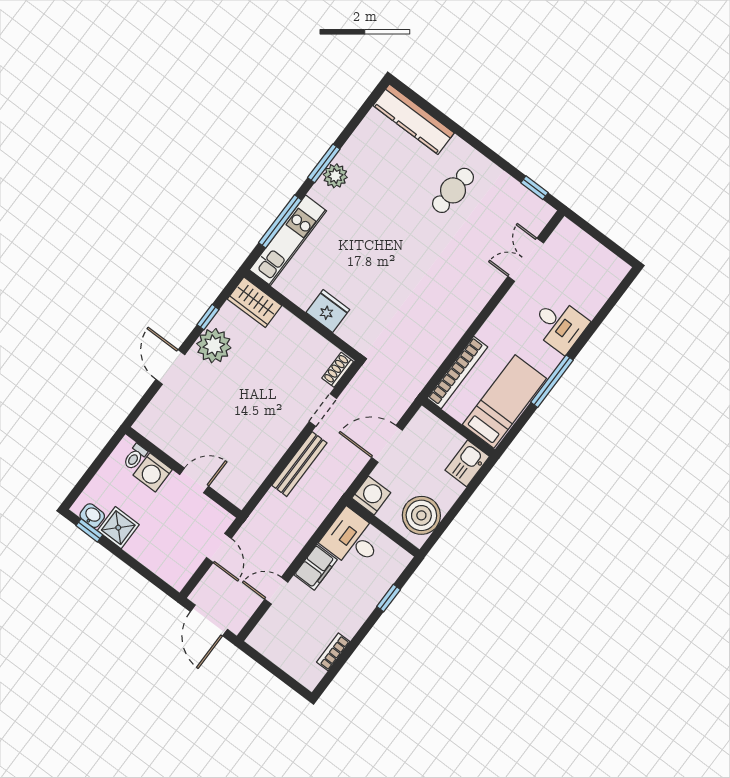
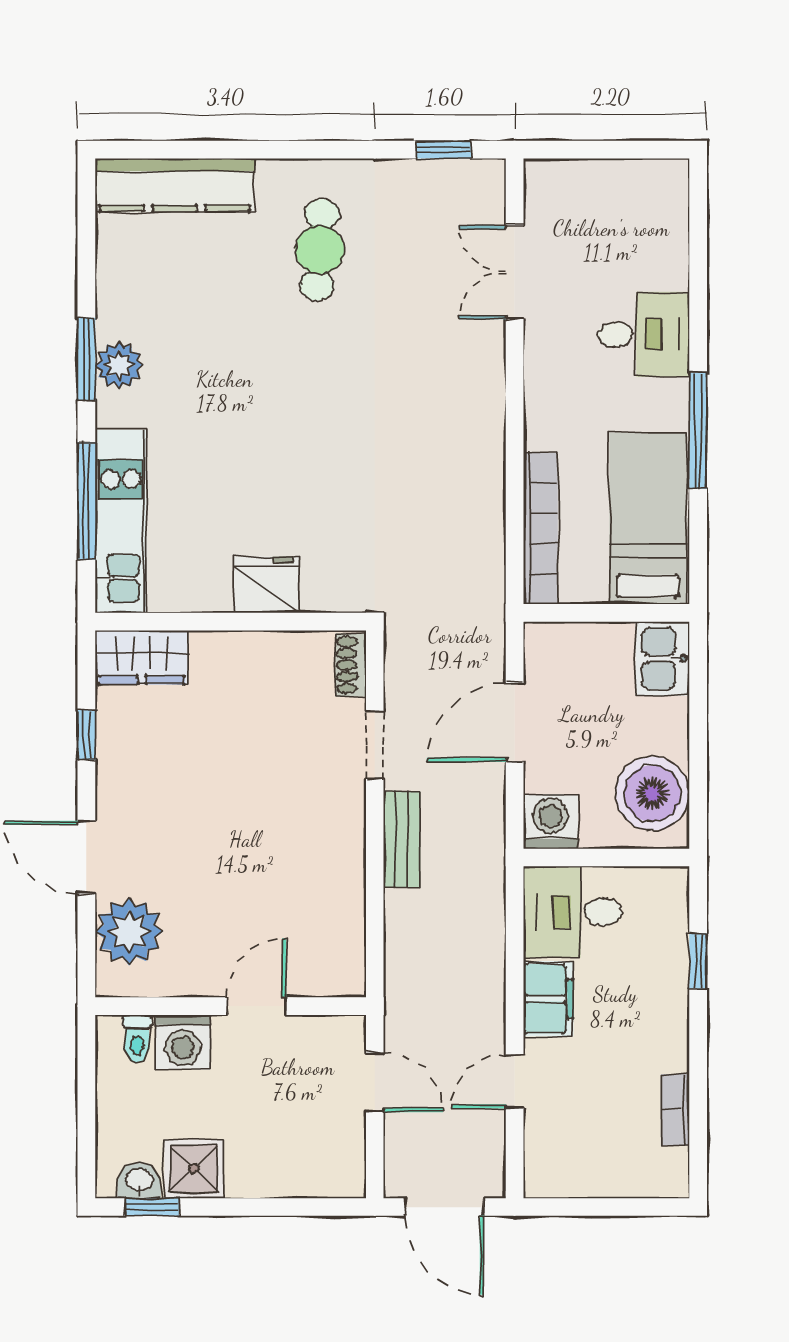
plant: (214, 346) -> (129, 932), moved
bench: (299, 464) -> (402, 839), width x0.73

